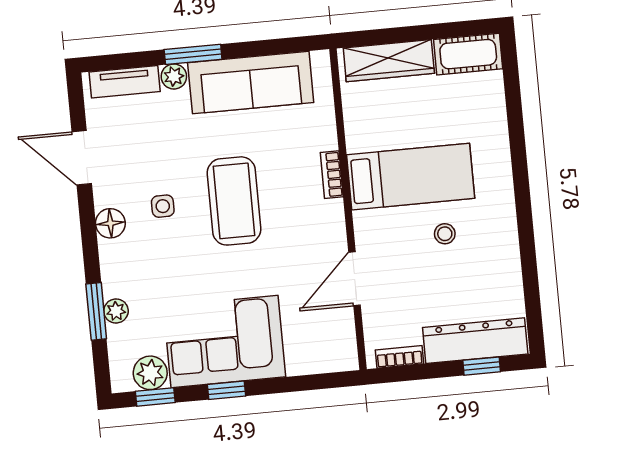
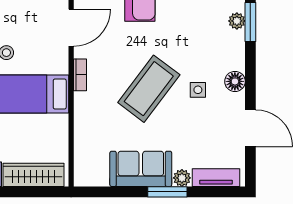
sofa: (251, 83) -> (141, 169), width x0.73
bookcase: (332, 175) -> (80, 75), moved
coffee table: (234, 201) -> (149, 89), turned 37

